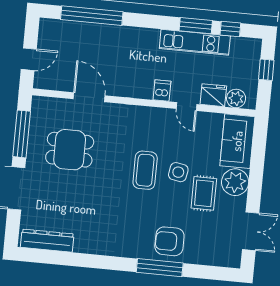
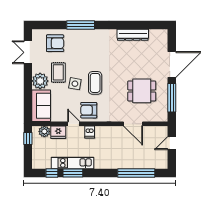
window: (266, 70) -> (28, 139), moved
armchair: (160, 126) -> (89, 110), added
dresser: (47, 241) -> (133, 35), moved
armchair: (169, 241) -> (55, 43), moved

